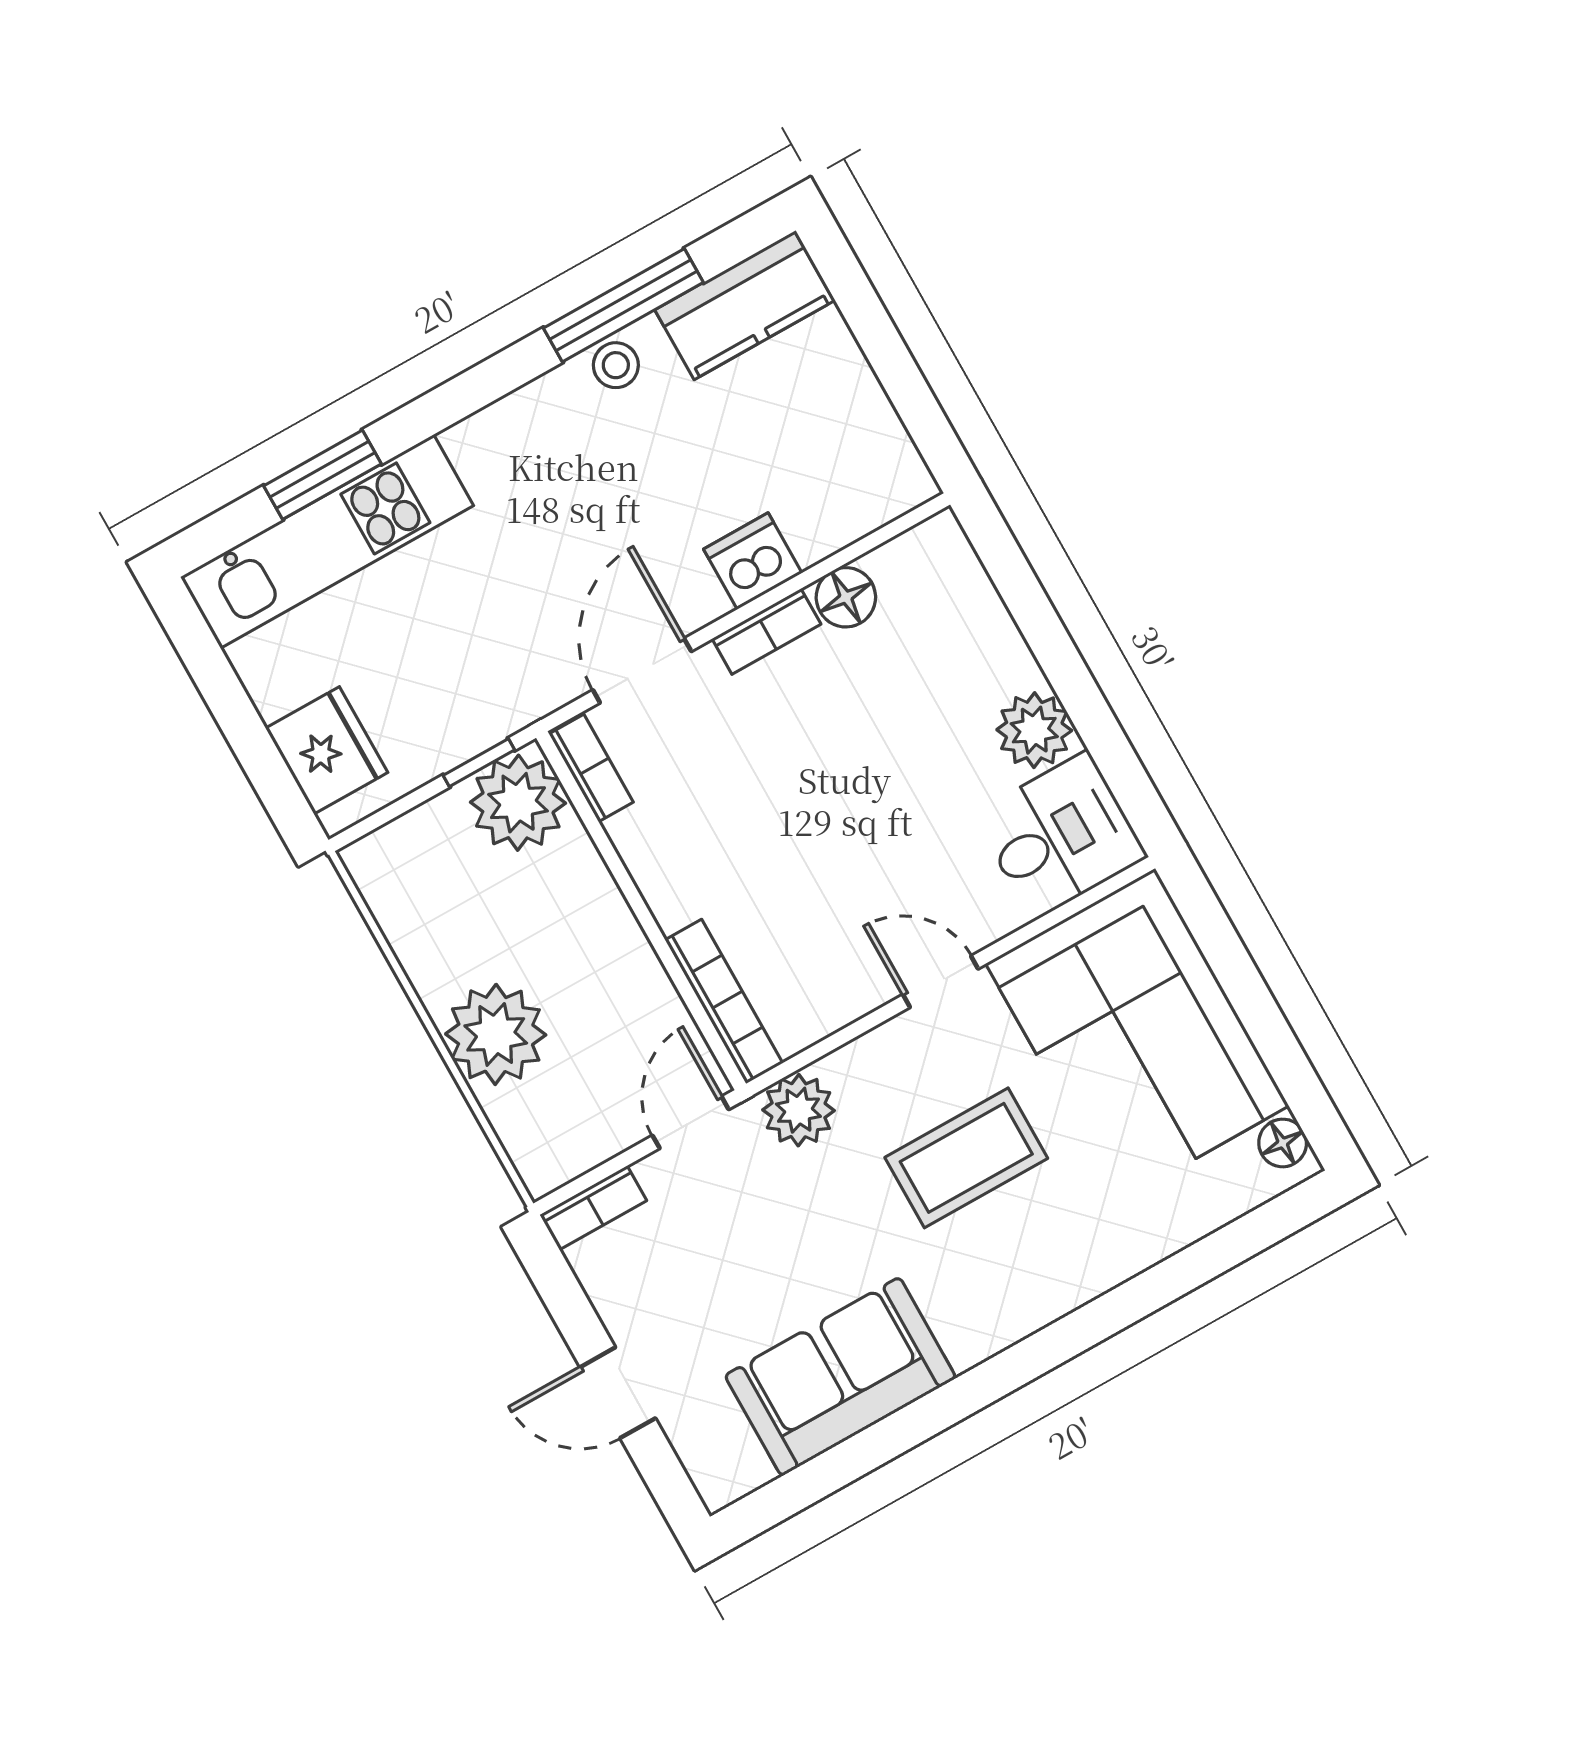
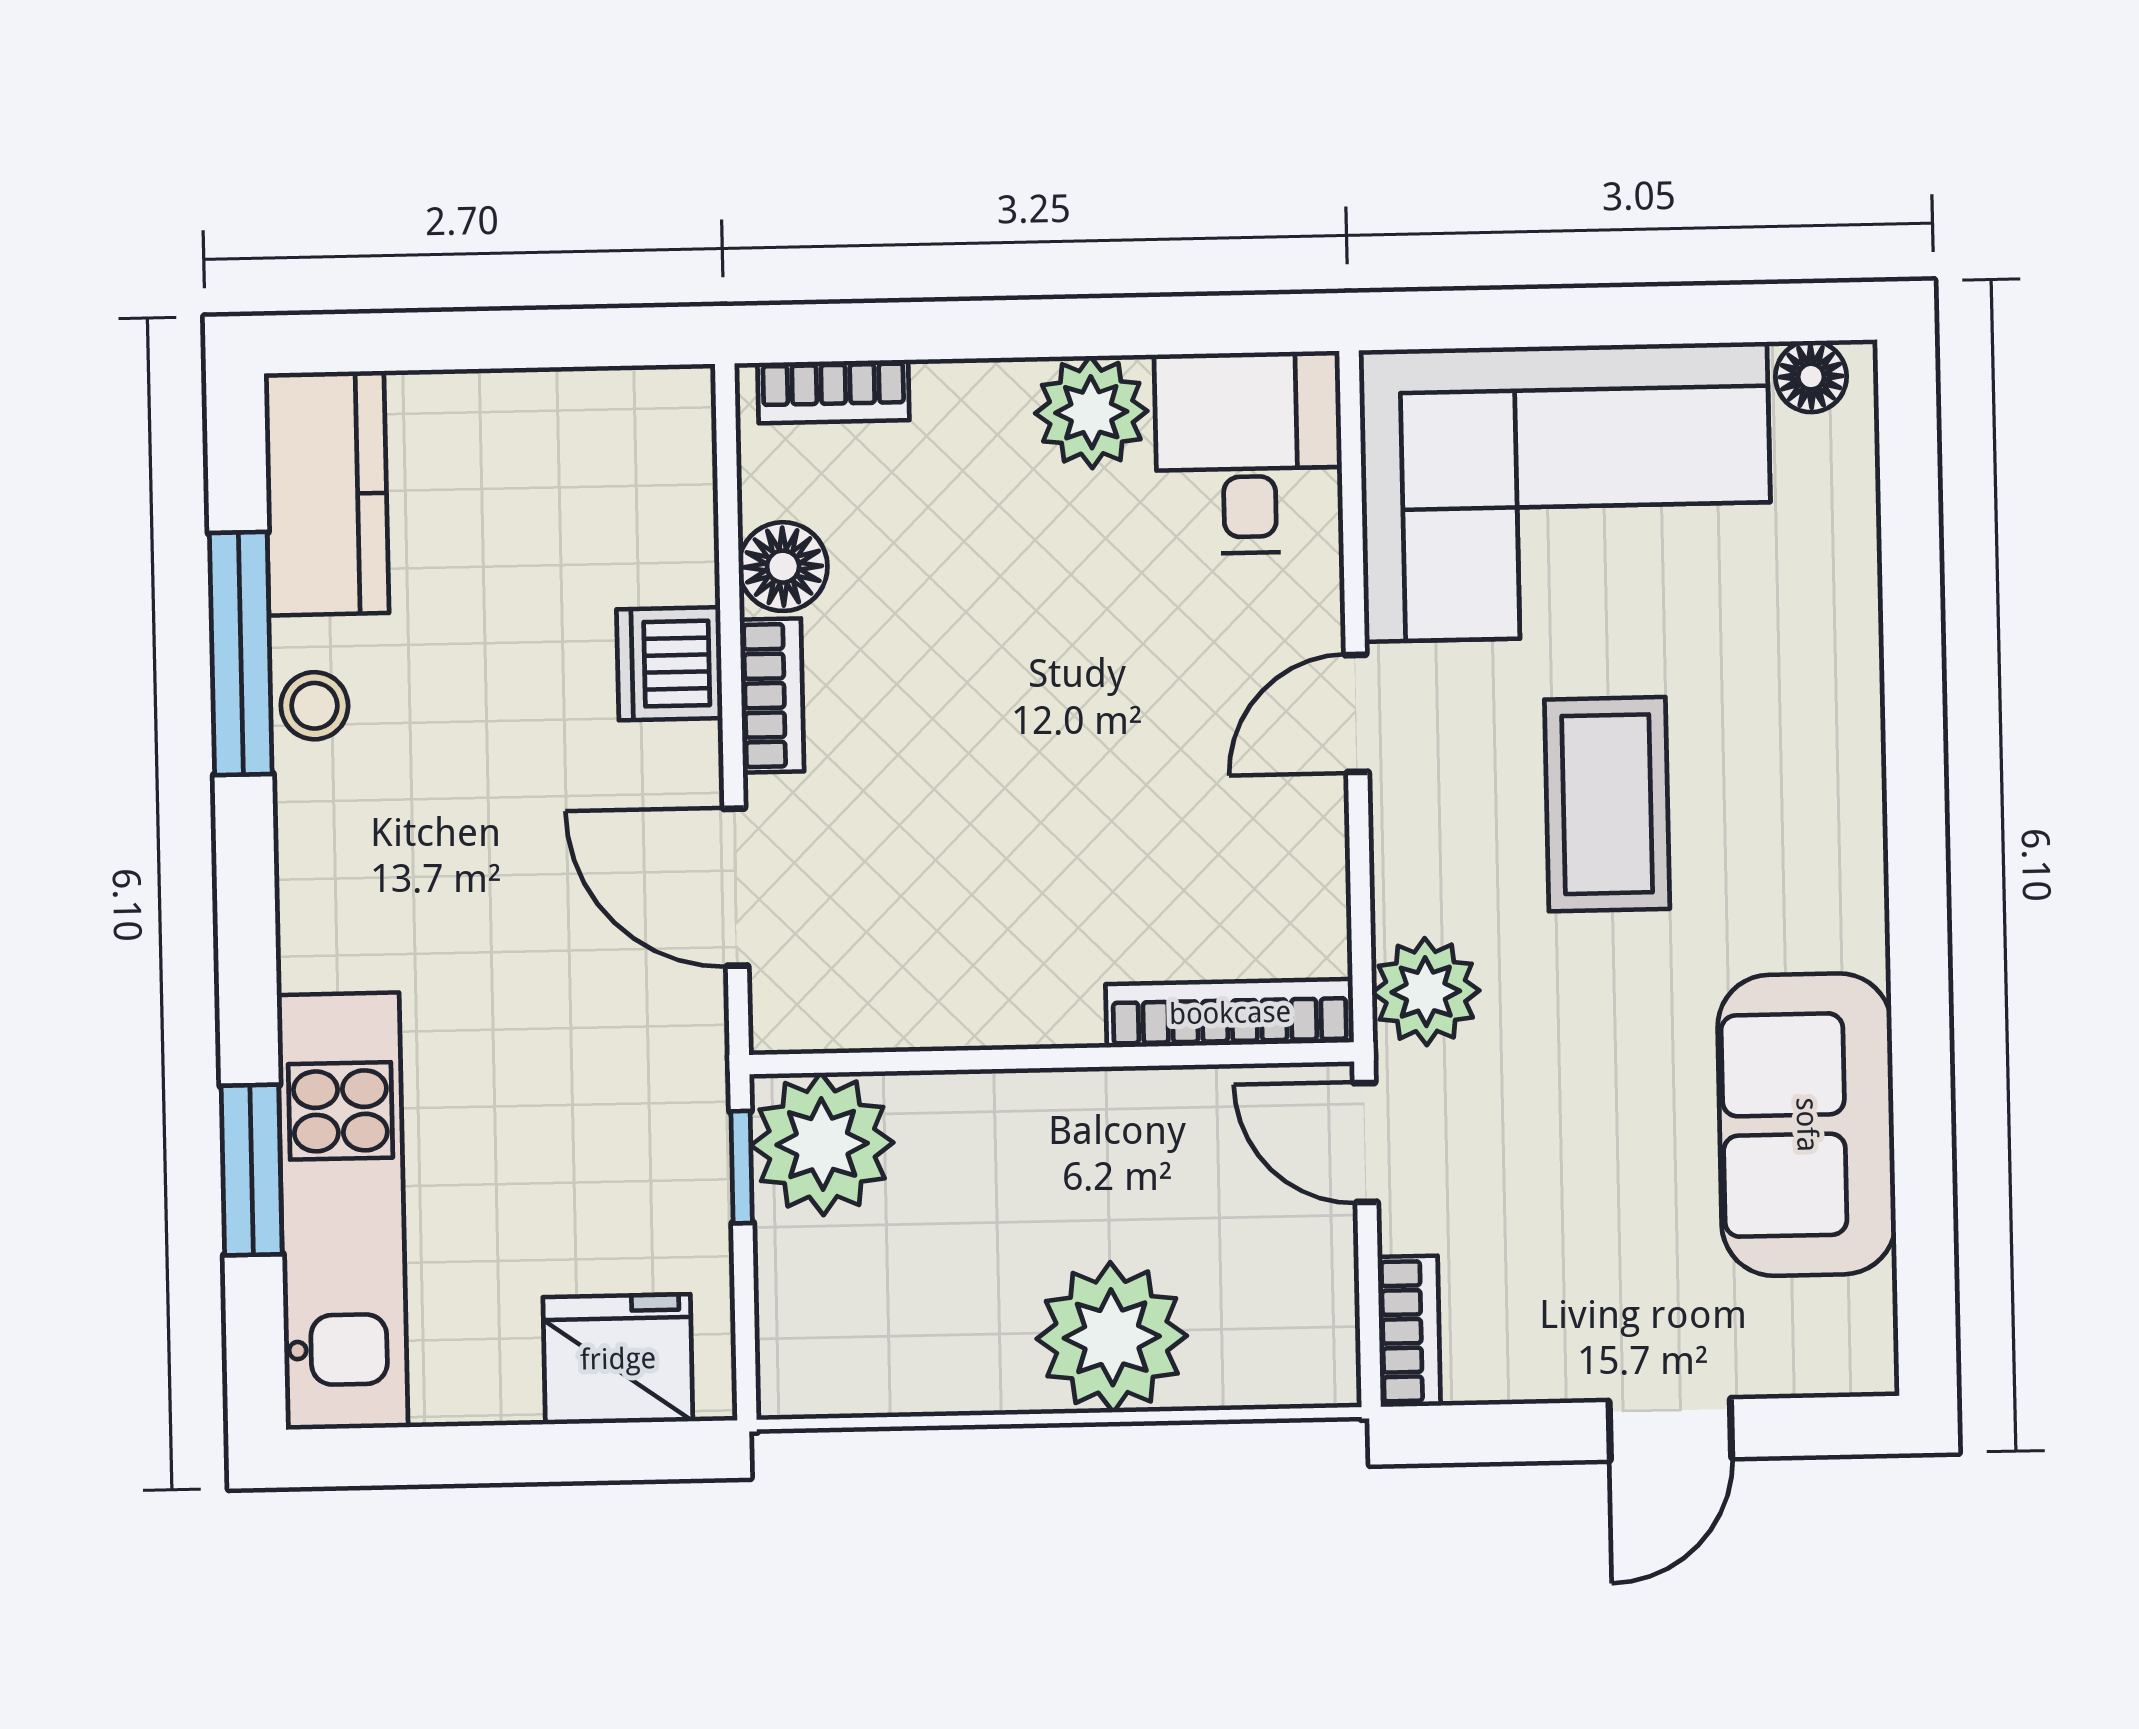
bookcase: (591, 768) -> (833, 392), moved, turned 180

